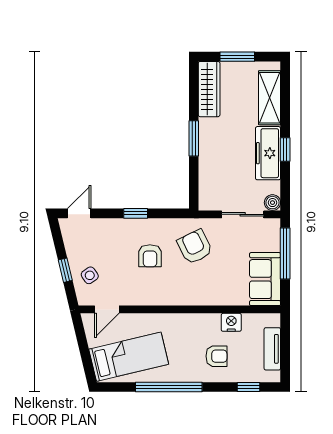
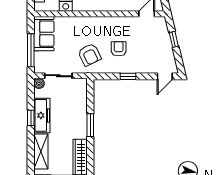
side table: (90, 275) -> (158, 36), removed

